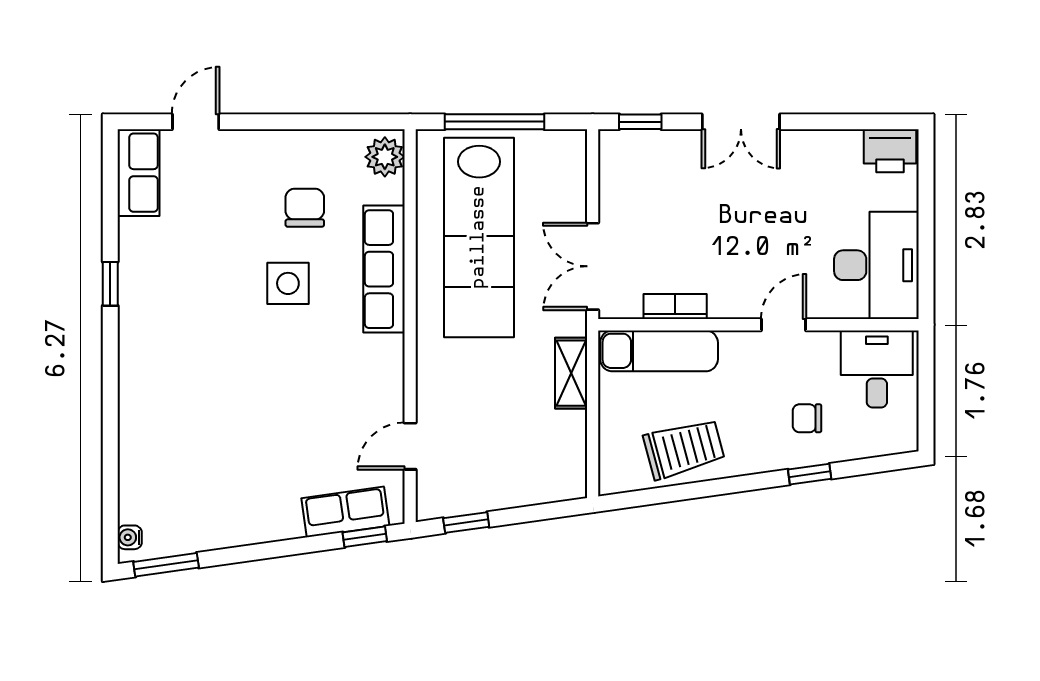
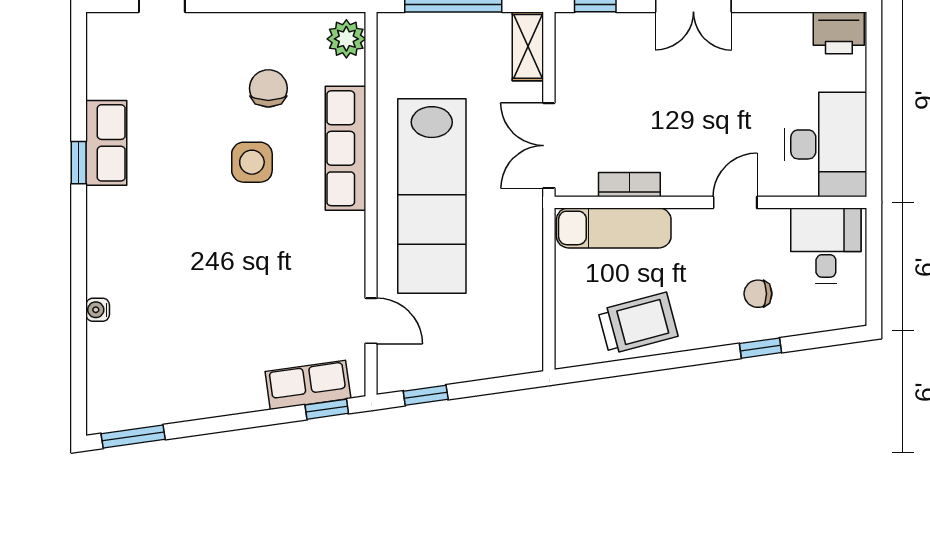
row of seats: (139, 173) -> (106, 143), moved
lab bench: (479, 237) -> (432, 196), moved
shelving: (571, 373) -> (528, 46), moved
door: (410, 446) -> (371, 321), swing flipped
water cooler: (130, 537) -> (98, 310), moved

